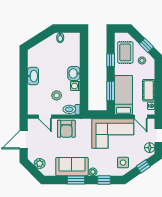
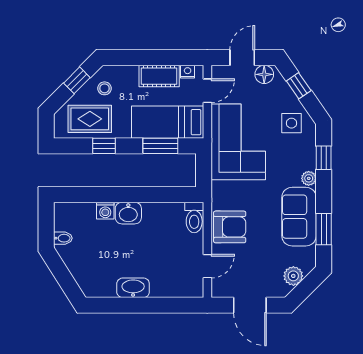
washing machine: (75, 86) -> (105, 211), moved
stool: (57, 95) -> (169, 245), removed
window: (76, 180) -> (324, 229), moved

